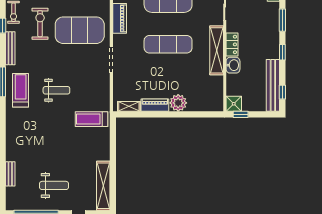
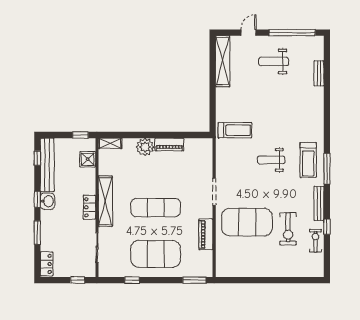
washbasin: (233, 65) -> (48, 201), moved, turned 180
shower: (234, 104) -> (88, 159), moved
shelving: (129, 106) -> (110, 143), moved

